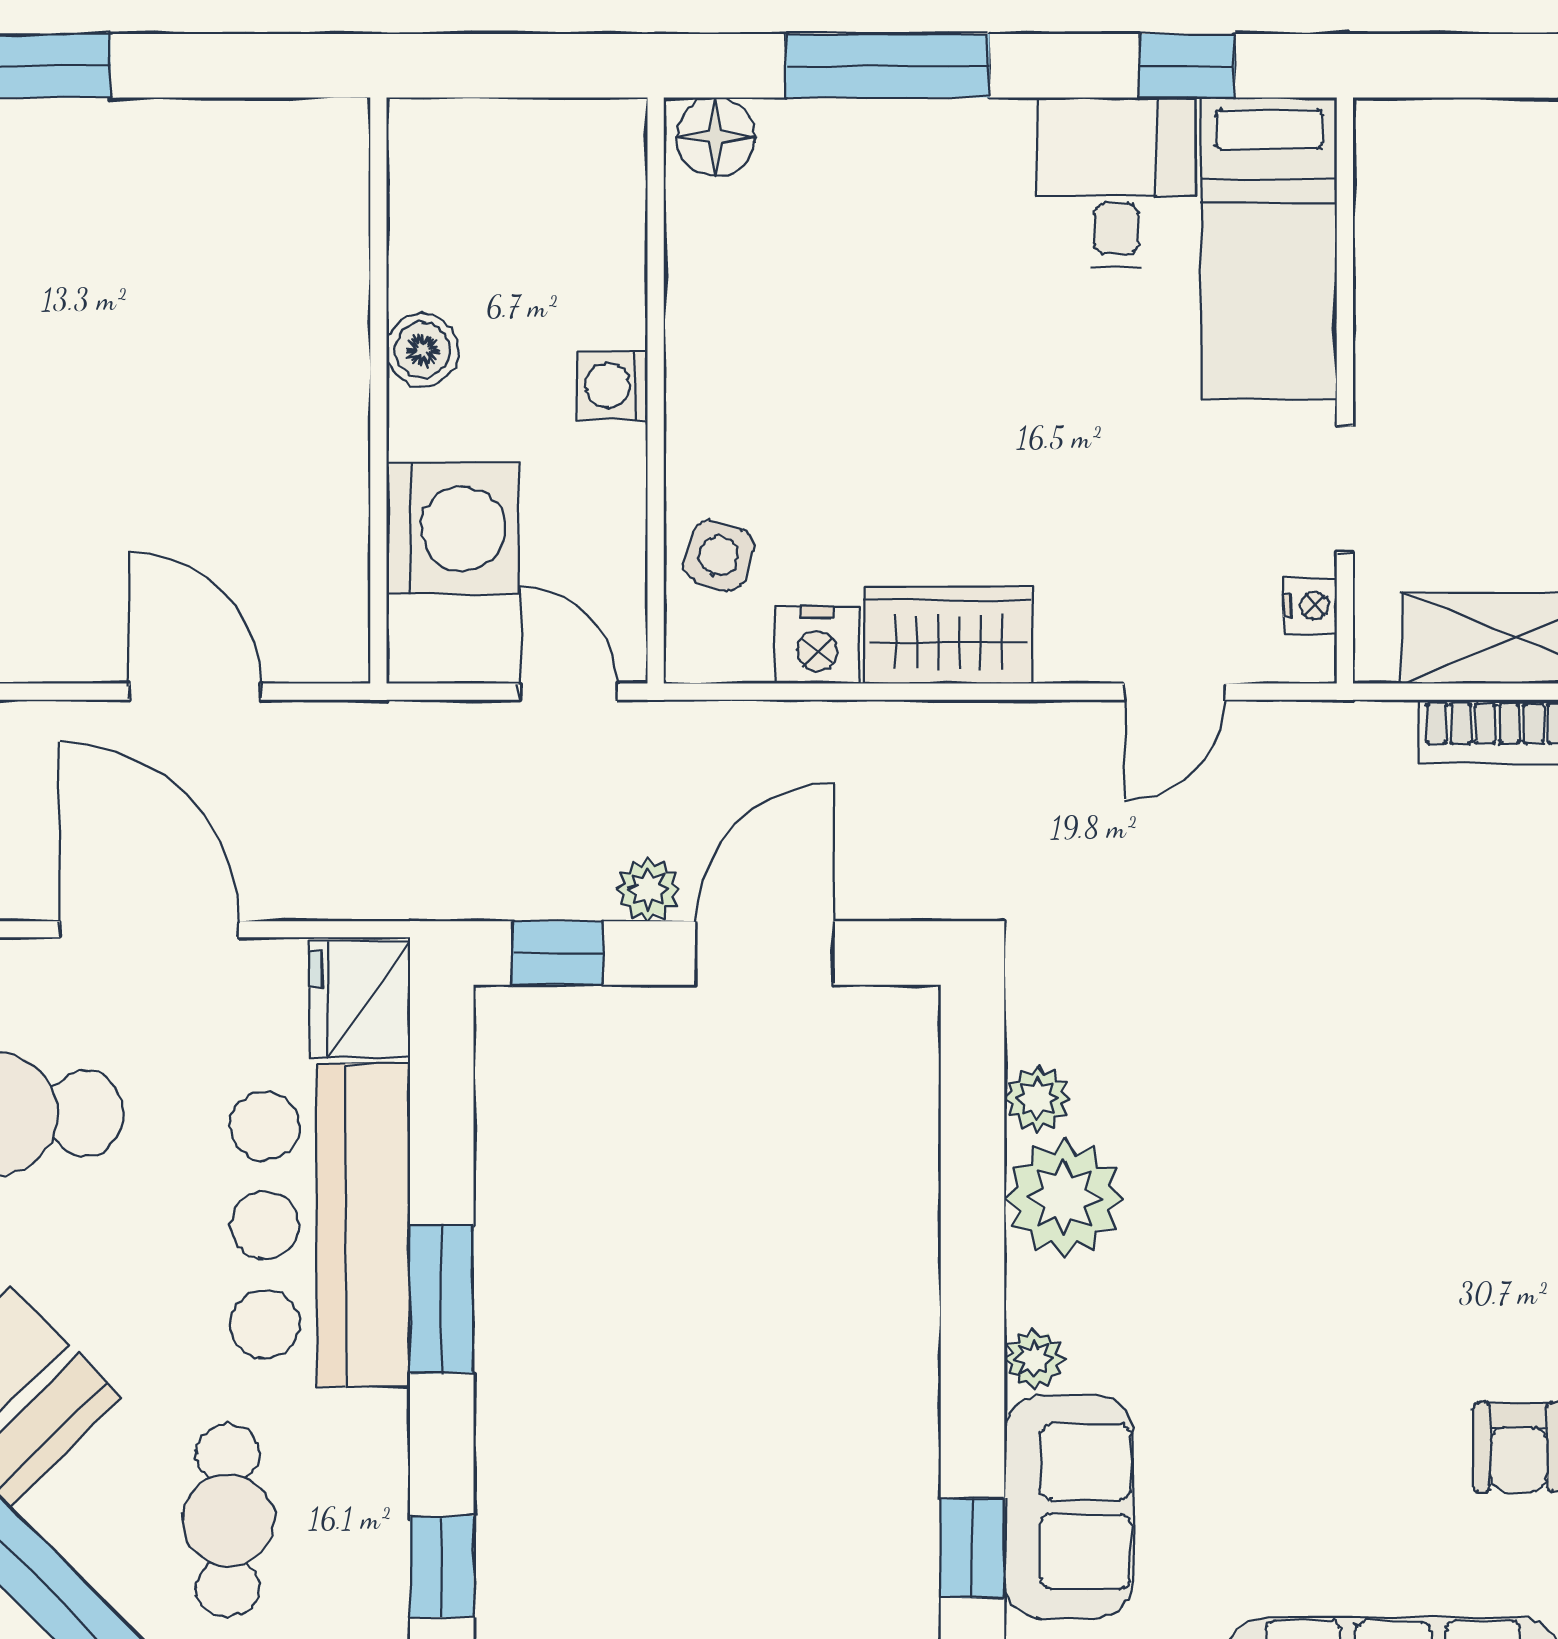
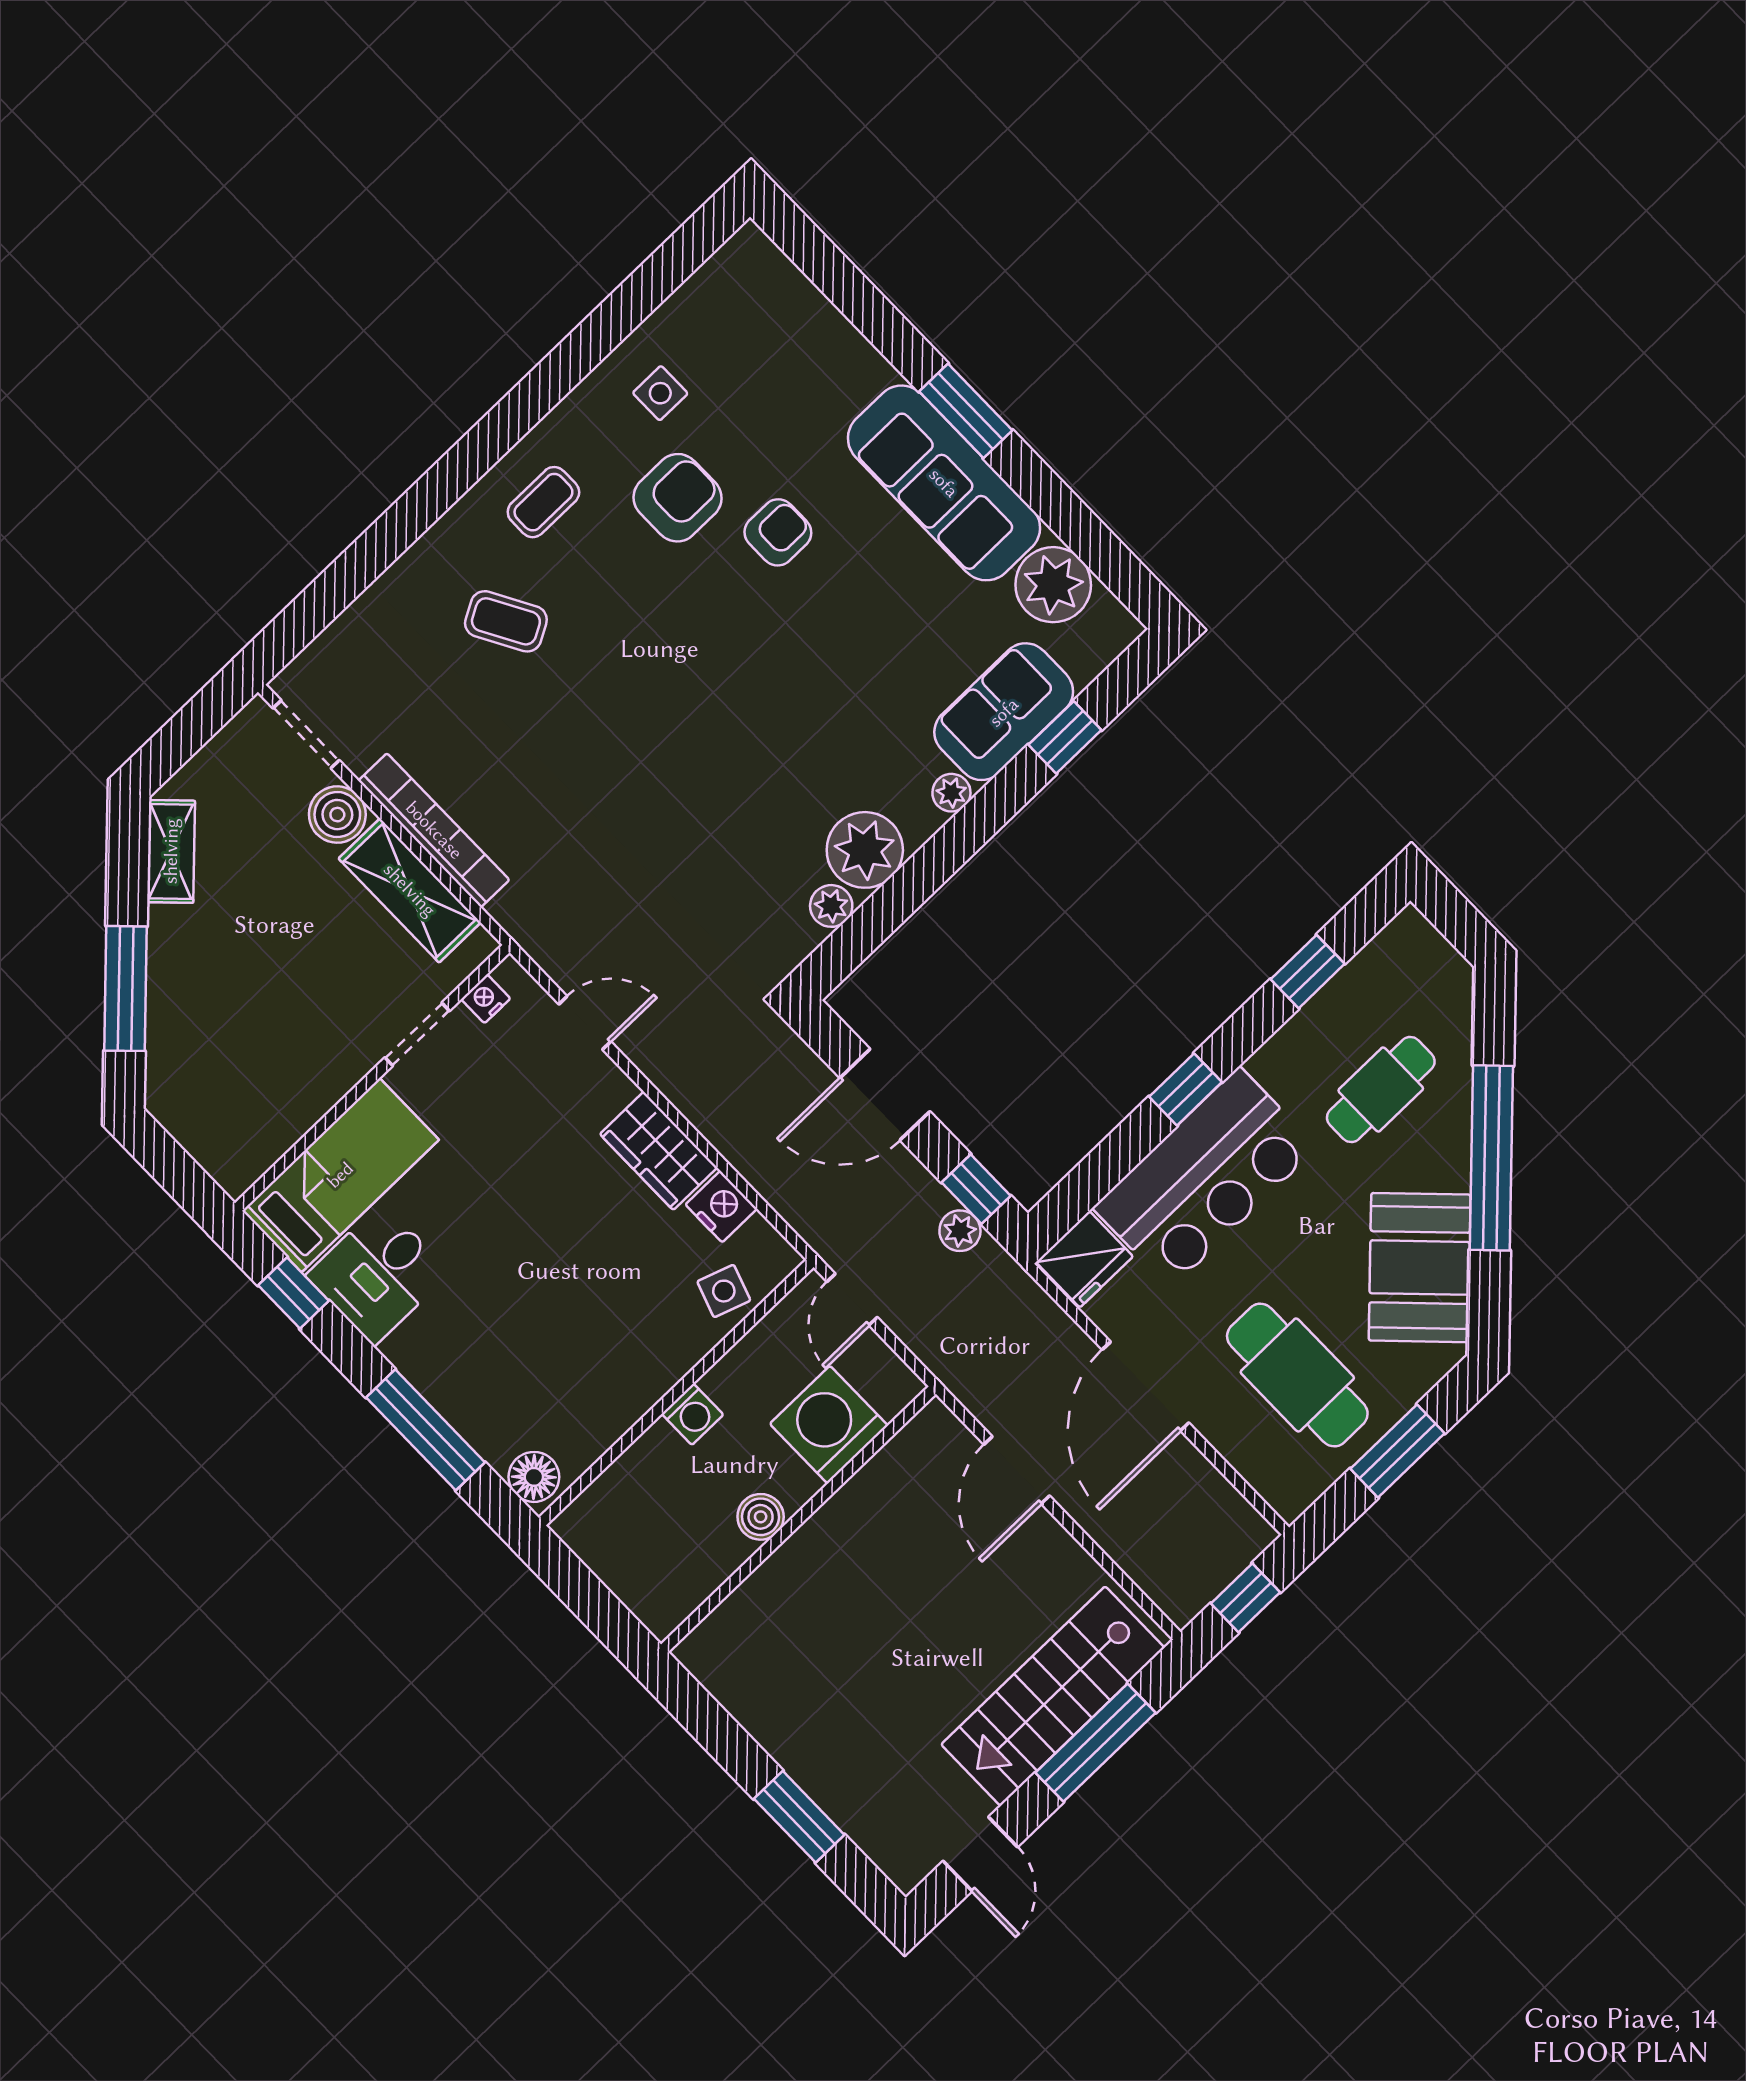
plant: (648, 889) -> (960, 1231), moved
window: (442, 1299) -> (1185, 1089), width x0.67

